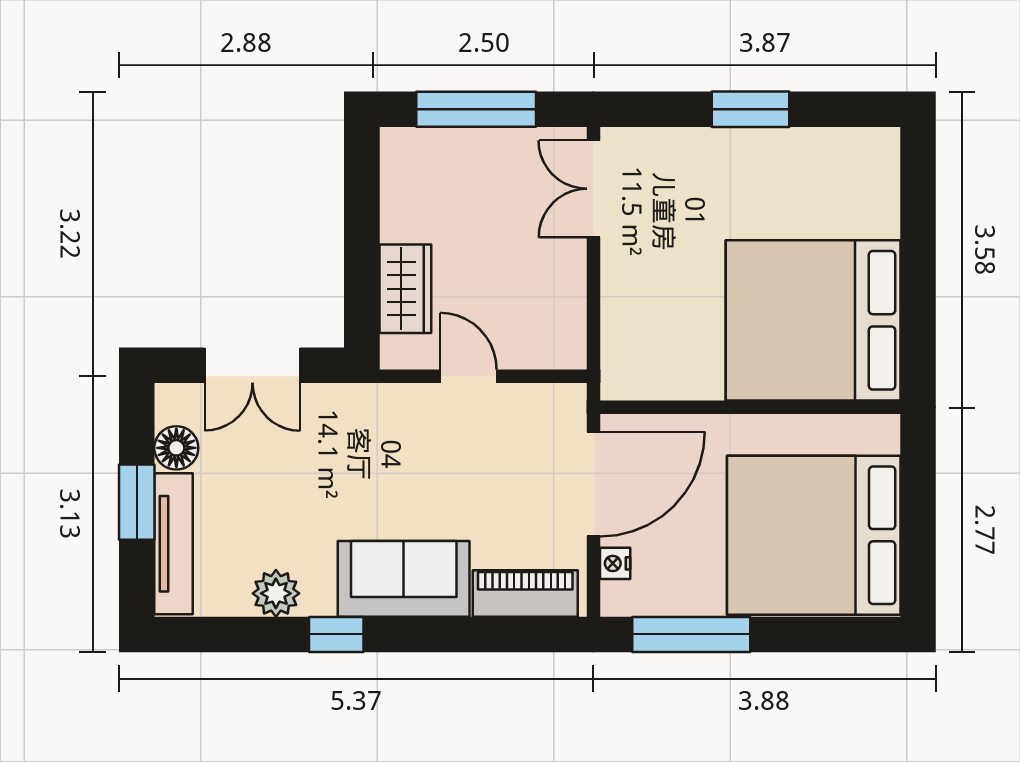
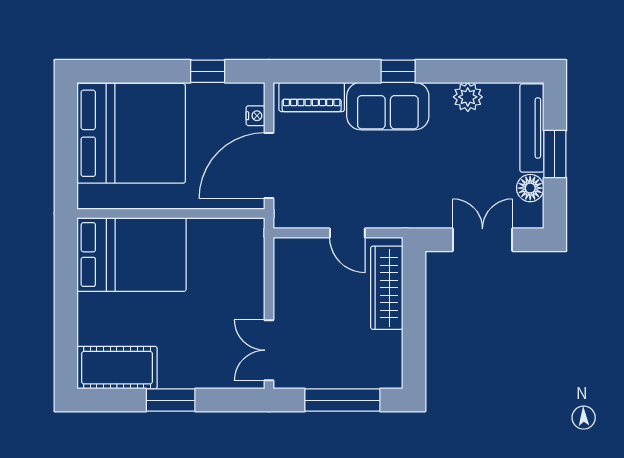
cot: (836, 161) -> (117, 368), added
double door: (594, 189) -> (269, 350), swing flipped
wardrobe: (405, 289) -> (387, 288), width x1.50
bed: (813, 320) -> (131, 255), width x0.73
window: (336, 634) -> (398, 71), moved
window: (691, 634) -> (208, 71), width x0.46

